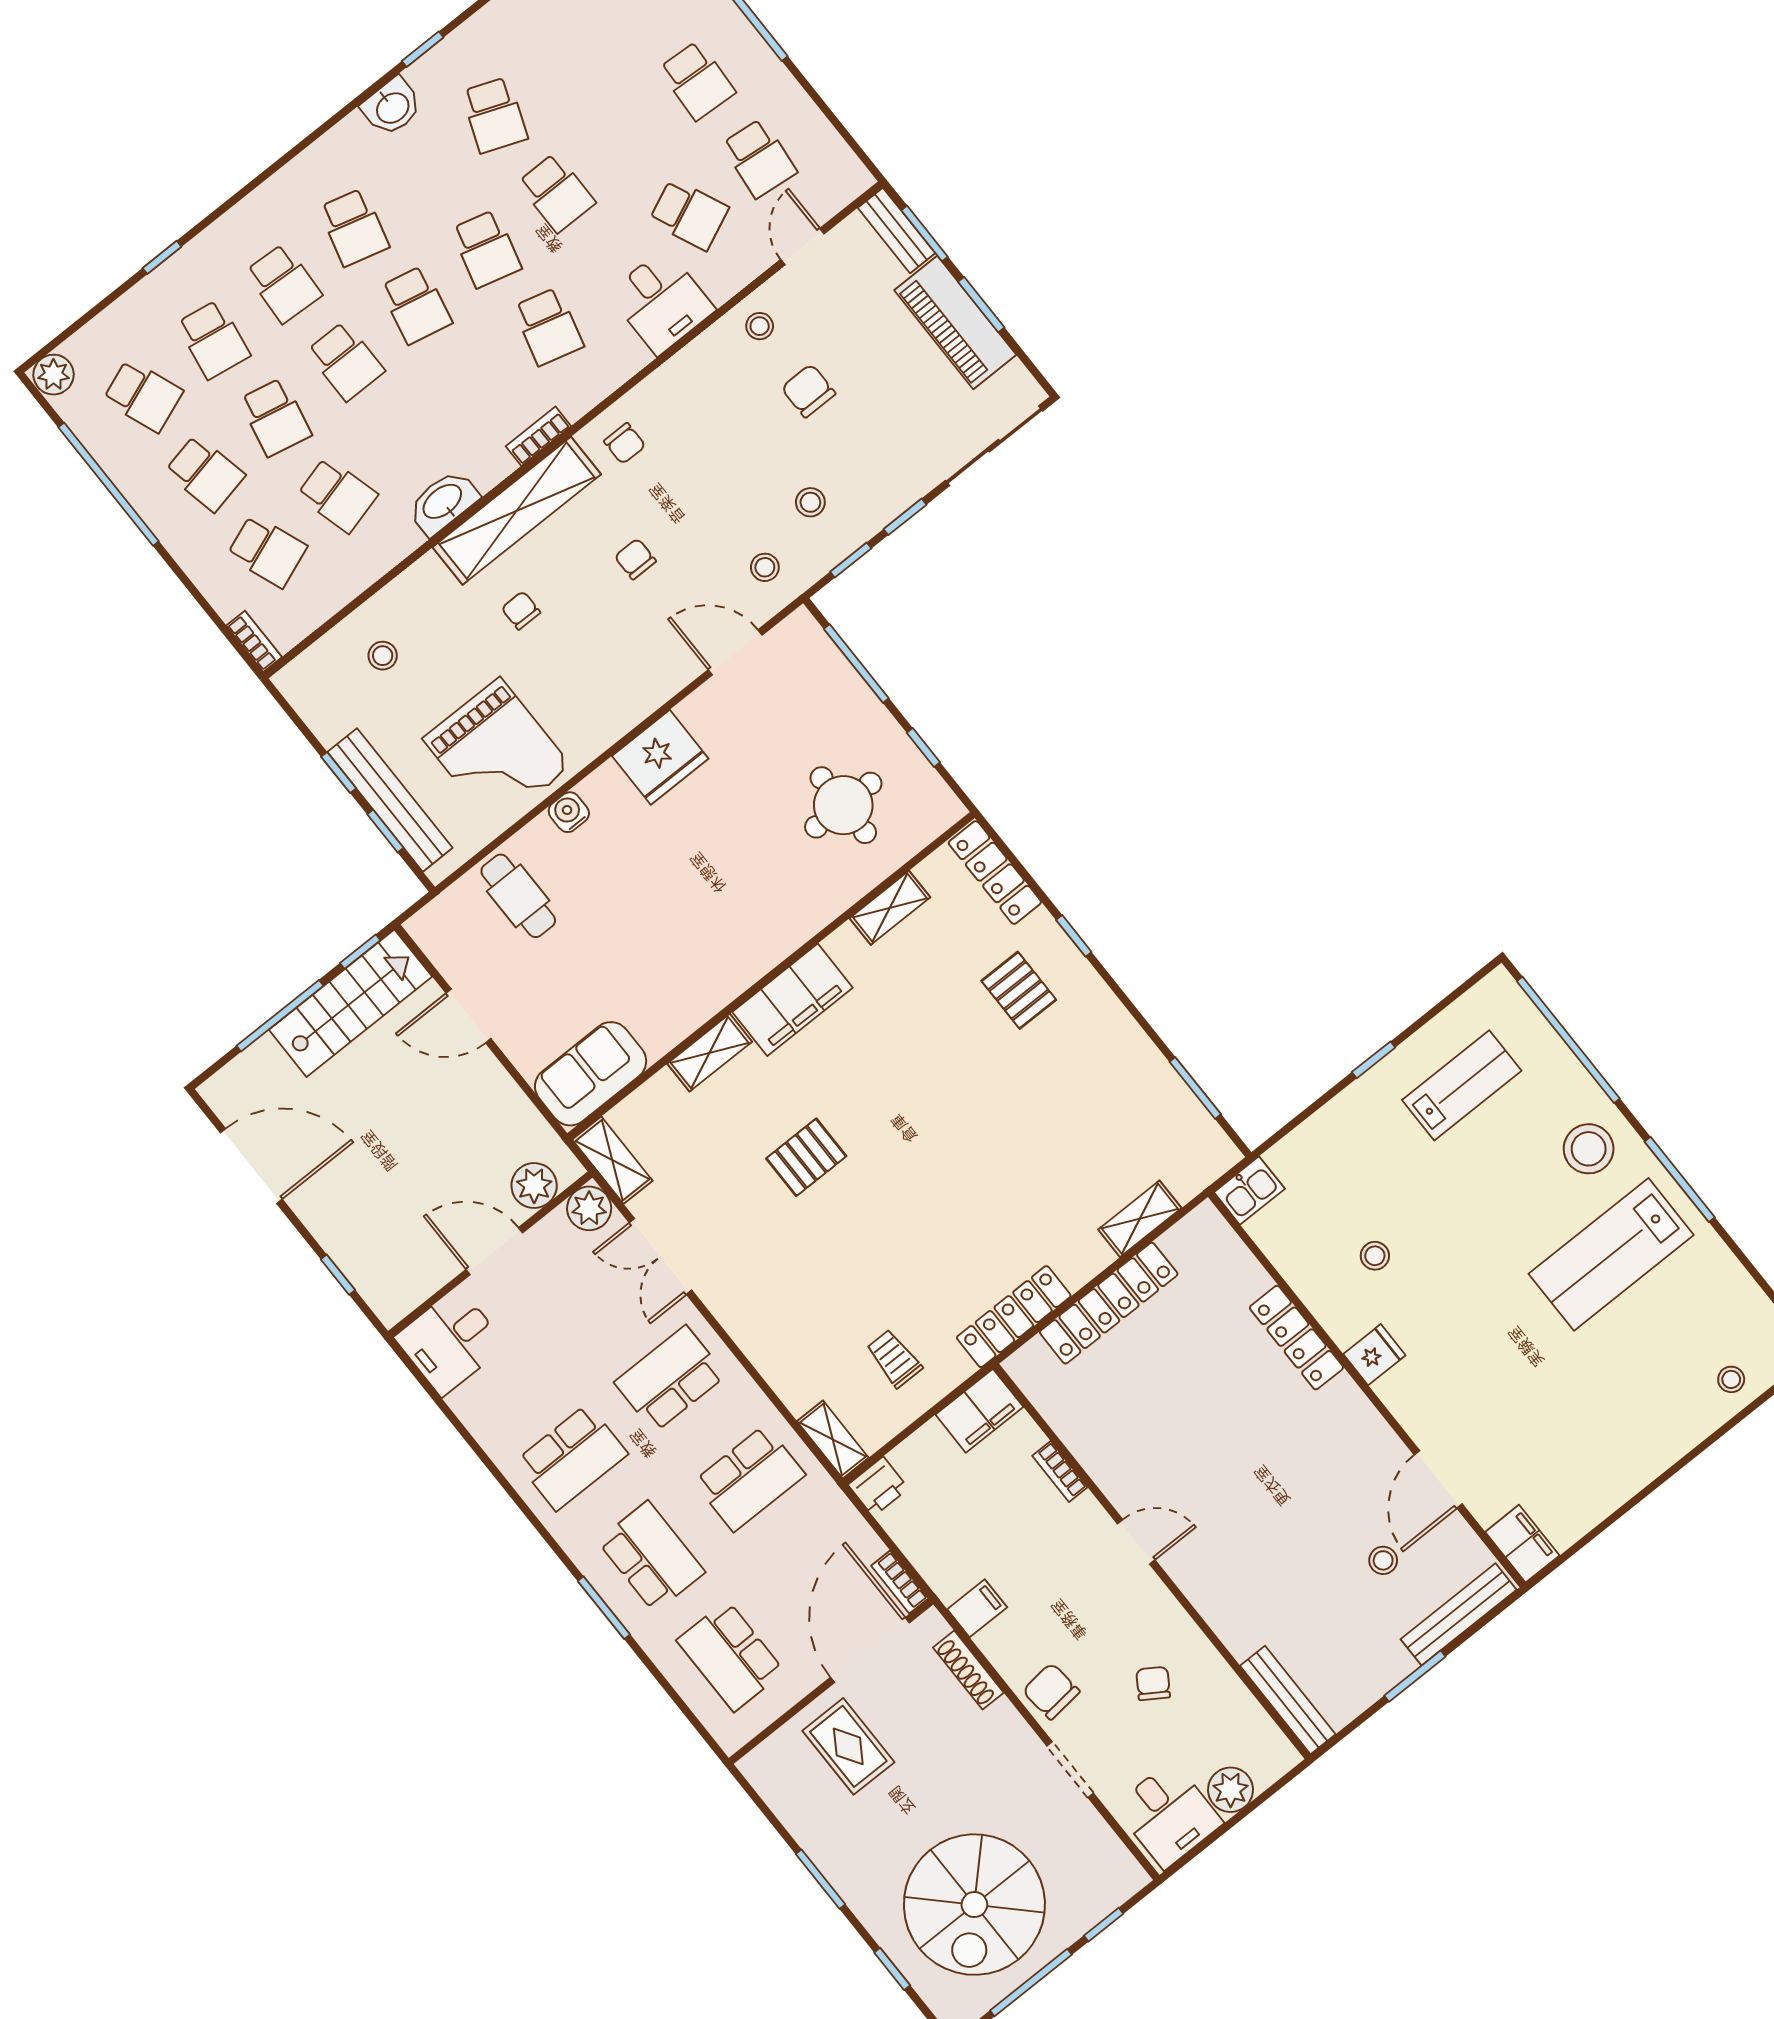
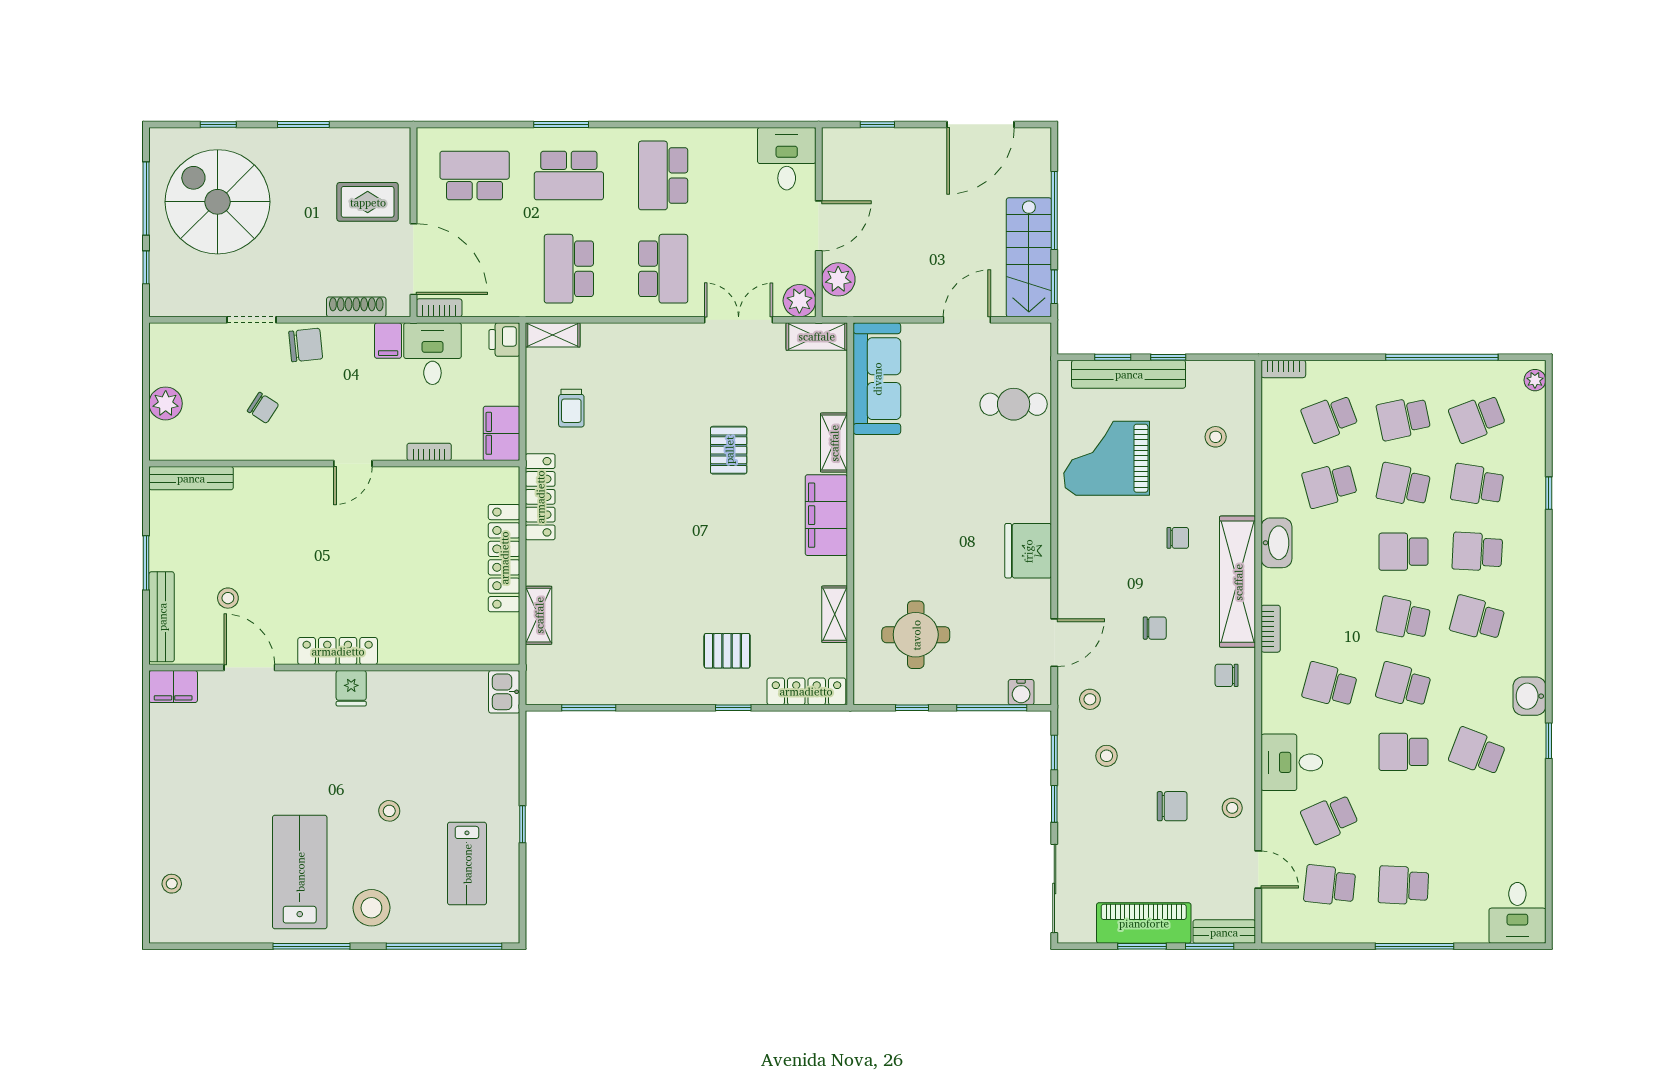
plant: (54, 375) -> (1535, 380), width x0.73, depth x0.73
water cooler: (569, 812) -> (1021, 692), moved, turned 90
sofa: (591, 1074) -> (877, 379), width x1.36
stool: (1375, 1256) -> (389, 811), moved
locker: (1297, 1338) -> (338, 651), moved
trolley: (894, 1358) -> (571, 408), turned 90
desk: (1168, 1815) -> (432, 354), moved, turned 90

